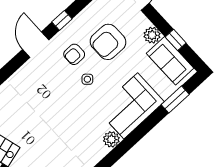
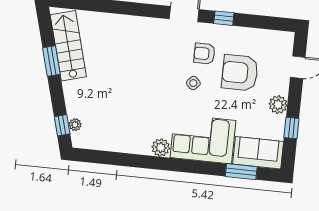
sofa: (170, 61) -> (258, 153), moved, turned 90

